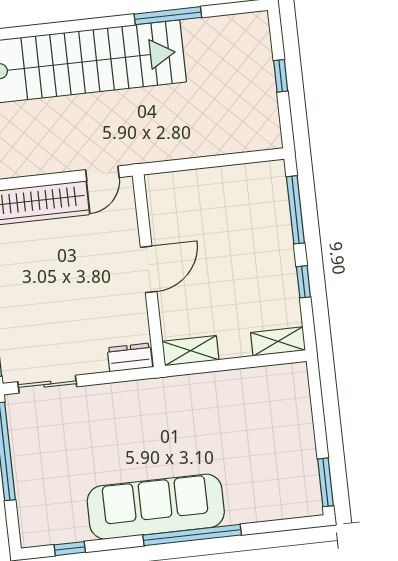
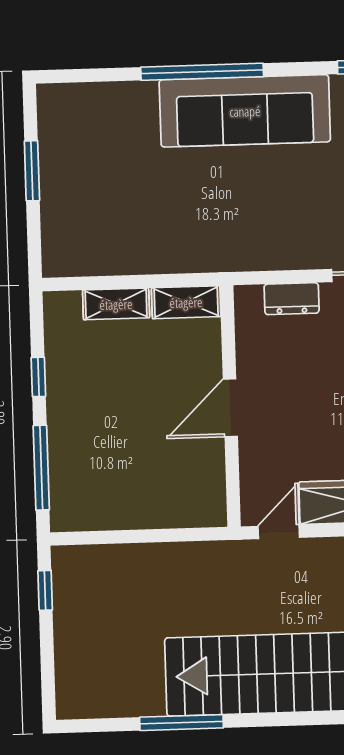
window: (281, 76) -> (45, 590), moved
shelving: (278, 341) -> (116, 304), moved
dresser: (130, 357) -> (292, 299), moved
window: (326, 482) -> (32, 171), moved

